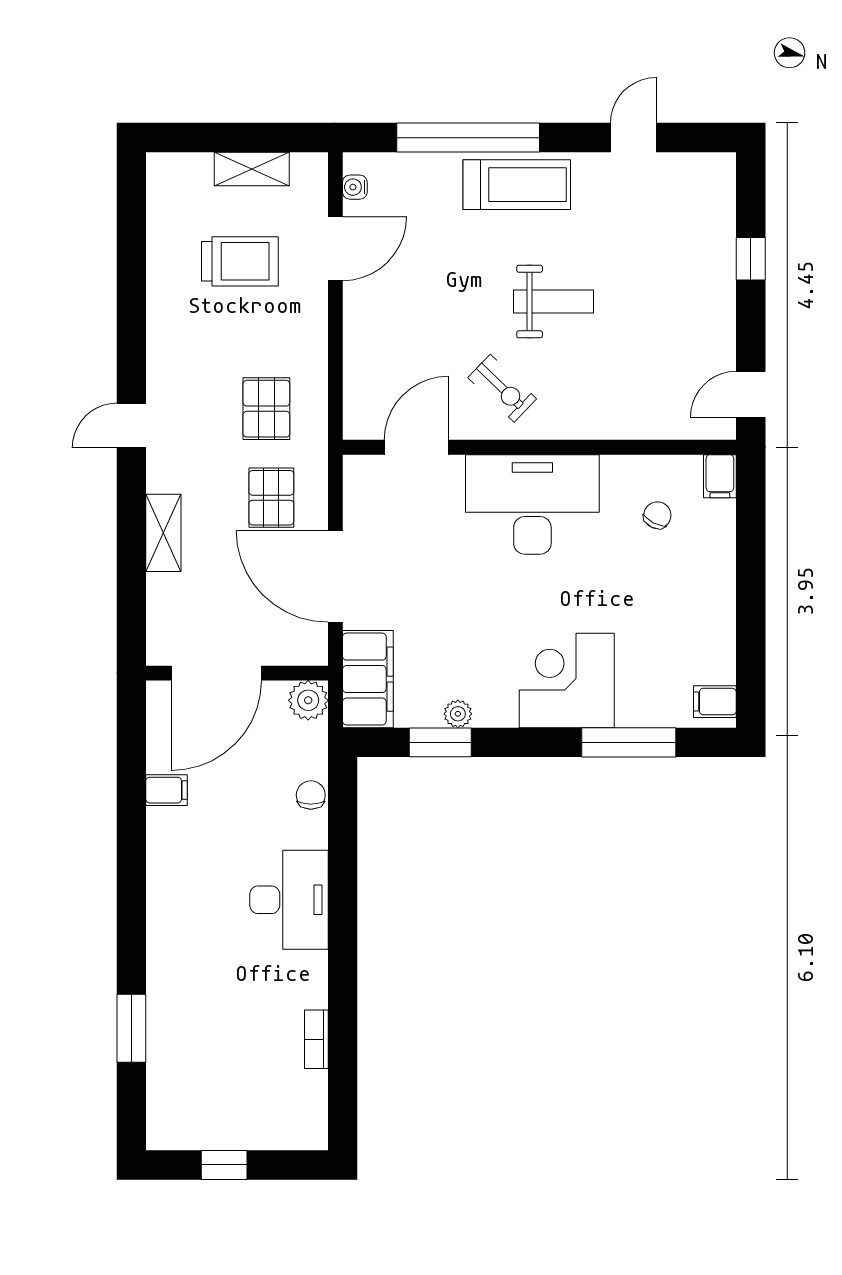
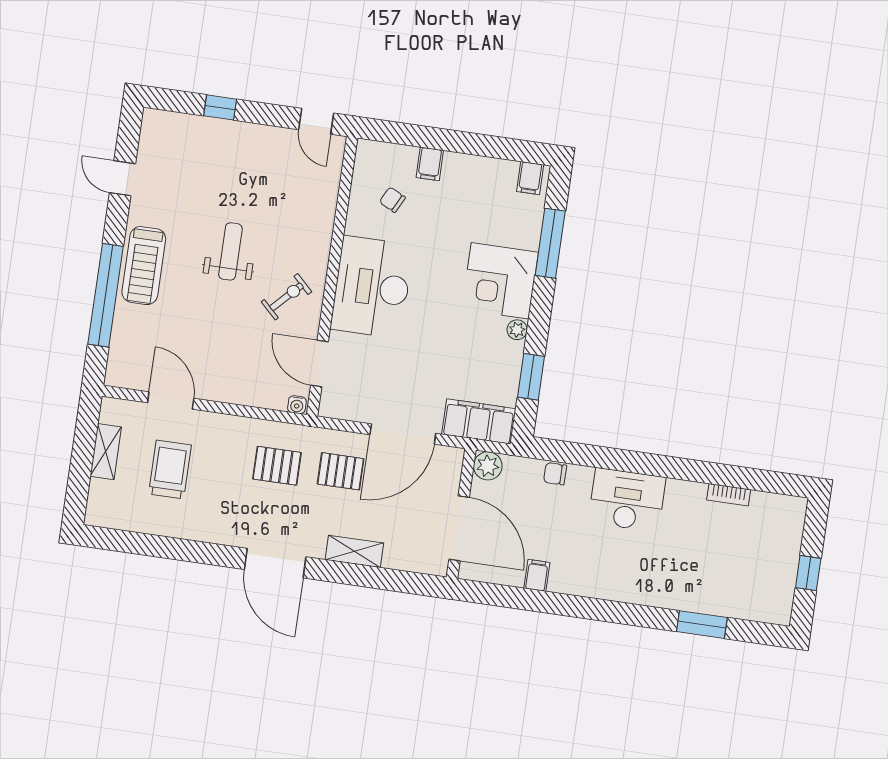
treadmill: (517, 185) -> (144, 266), turned 180
water cooler: (355, 187) -> (297, 405), moved
door: (131, 426) -> (275, 563), width x1.87
filing cabinet: (720, 476) -> (430, 164), moved, turned 90
plant: (458, 714) -> (517, 330), moved

